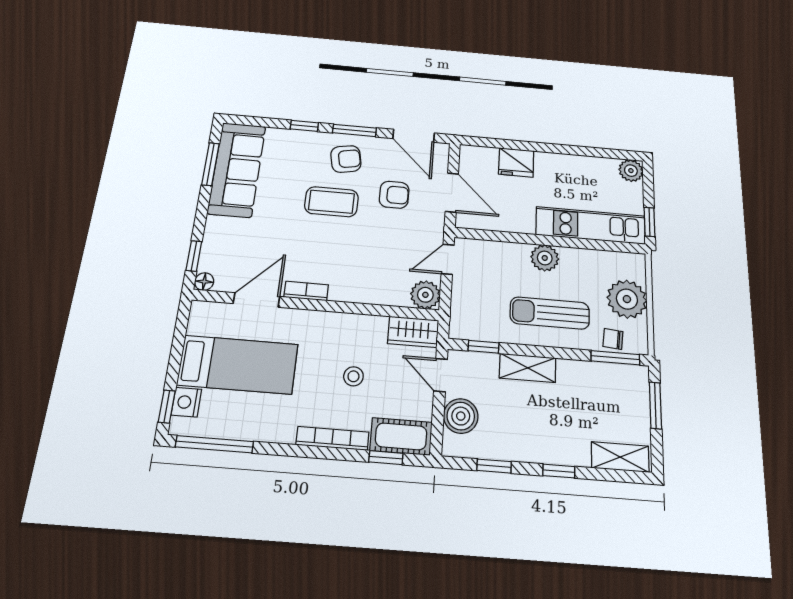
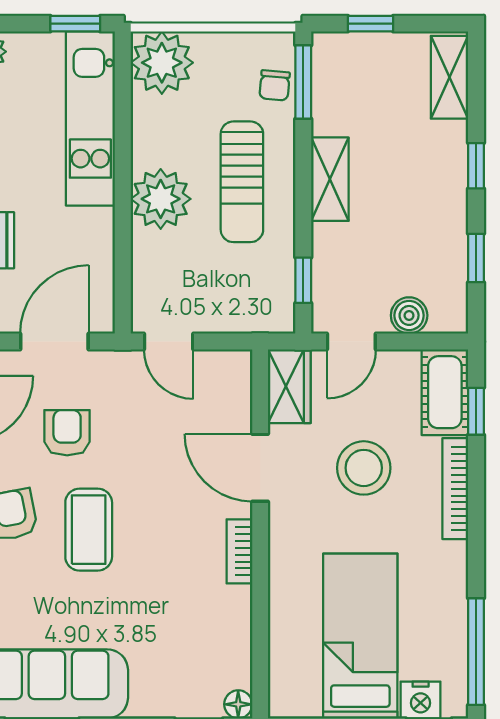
plant: (545, 258) -> (161, 199), width x1.36, depth x1.36
plant: (425, 295) -> (230, 372), removed
plant: (627, 299) -> (162, 63), moved
door: (256, 300) -> (260, 468), moved
shelving: (528, 368) -> (330, 179), moved
stool: (353, 376) -> (364, 468), width x1.89, depth x1.89
window: (655, 405) -> (371, 24), width x0.67
boiler: (461, 416) -> (409, 315), width x0.73, depth x0.73

